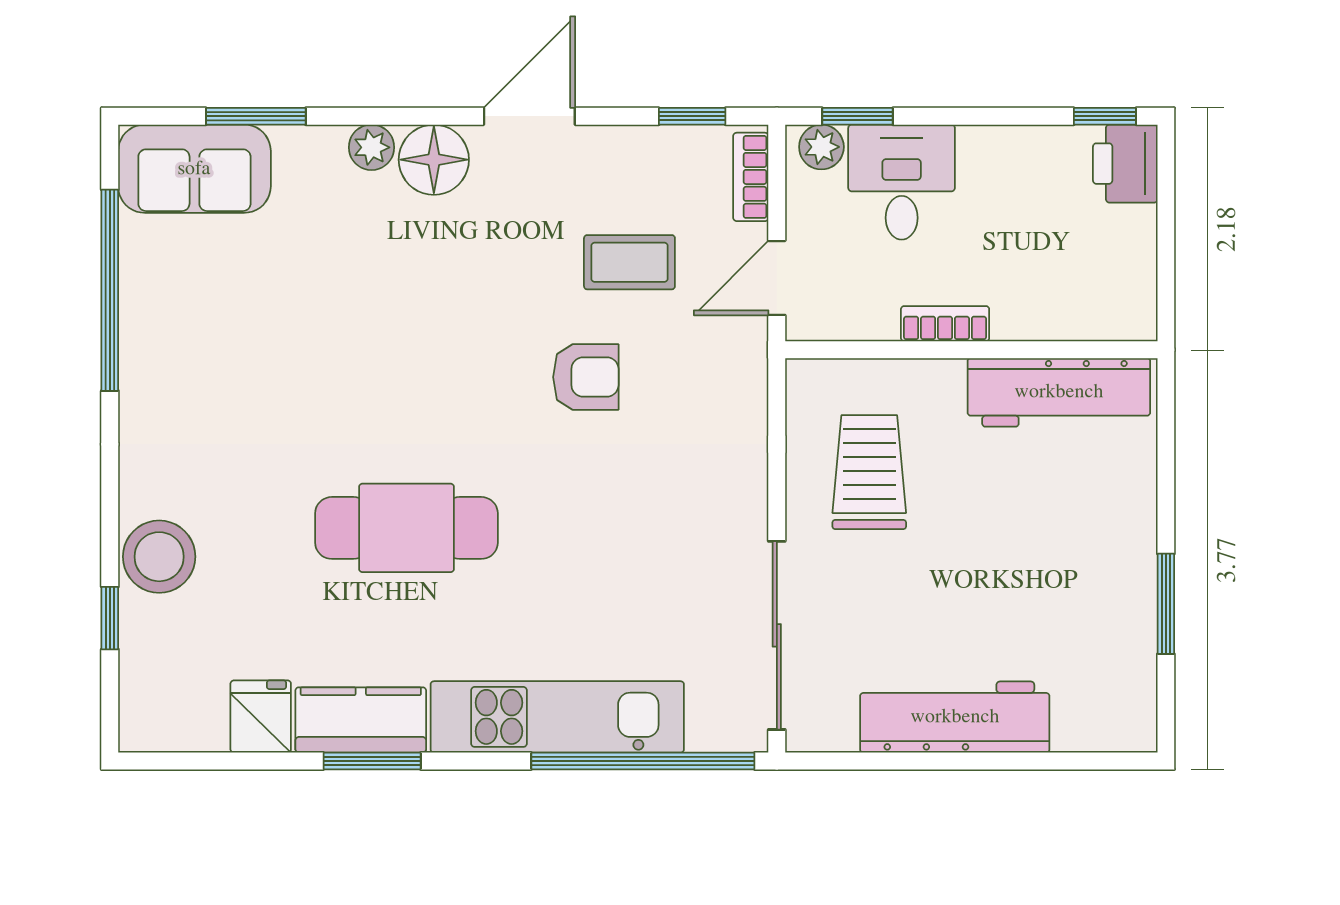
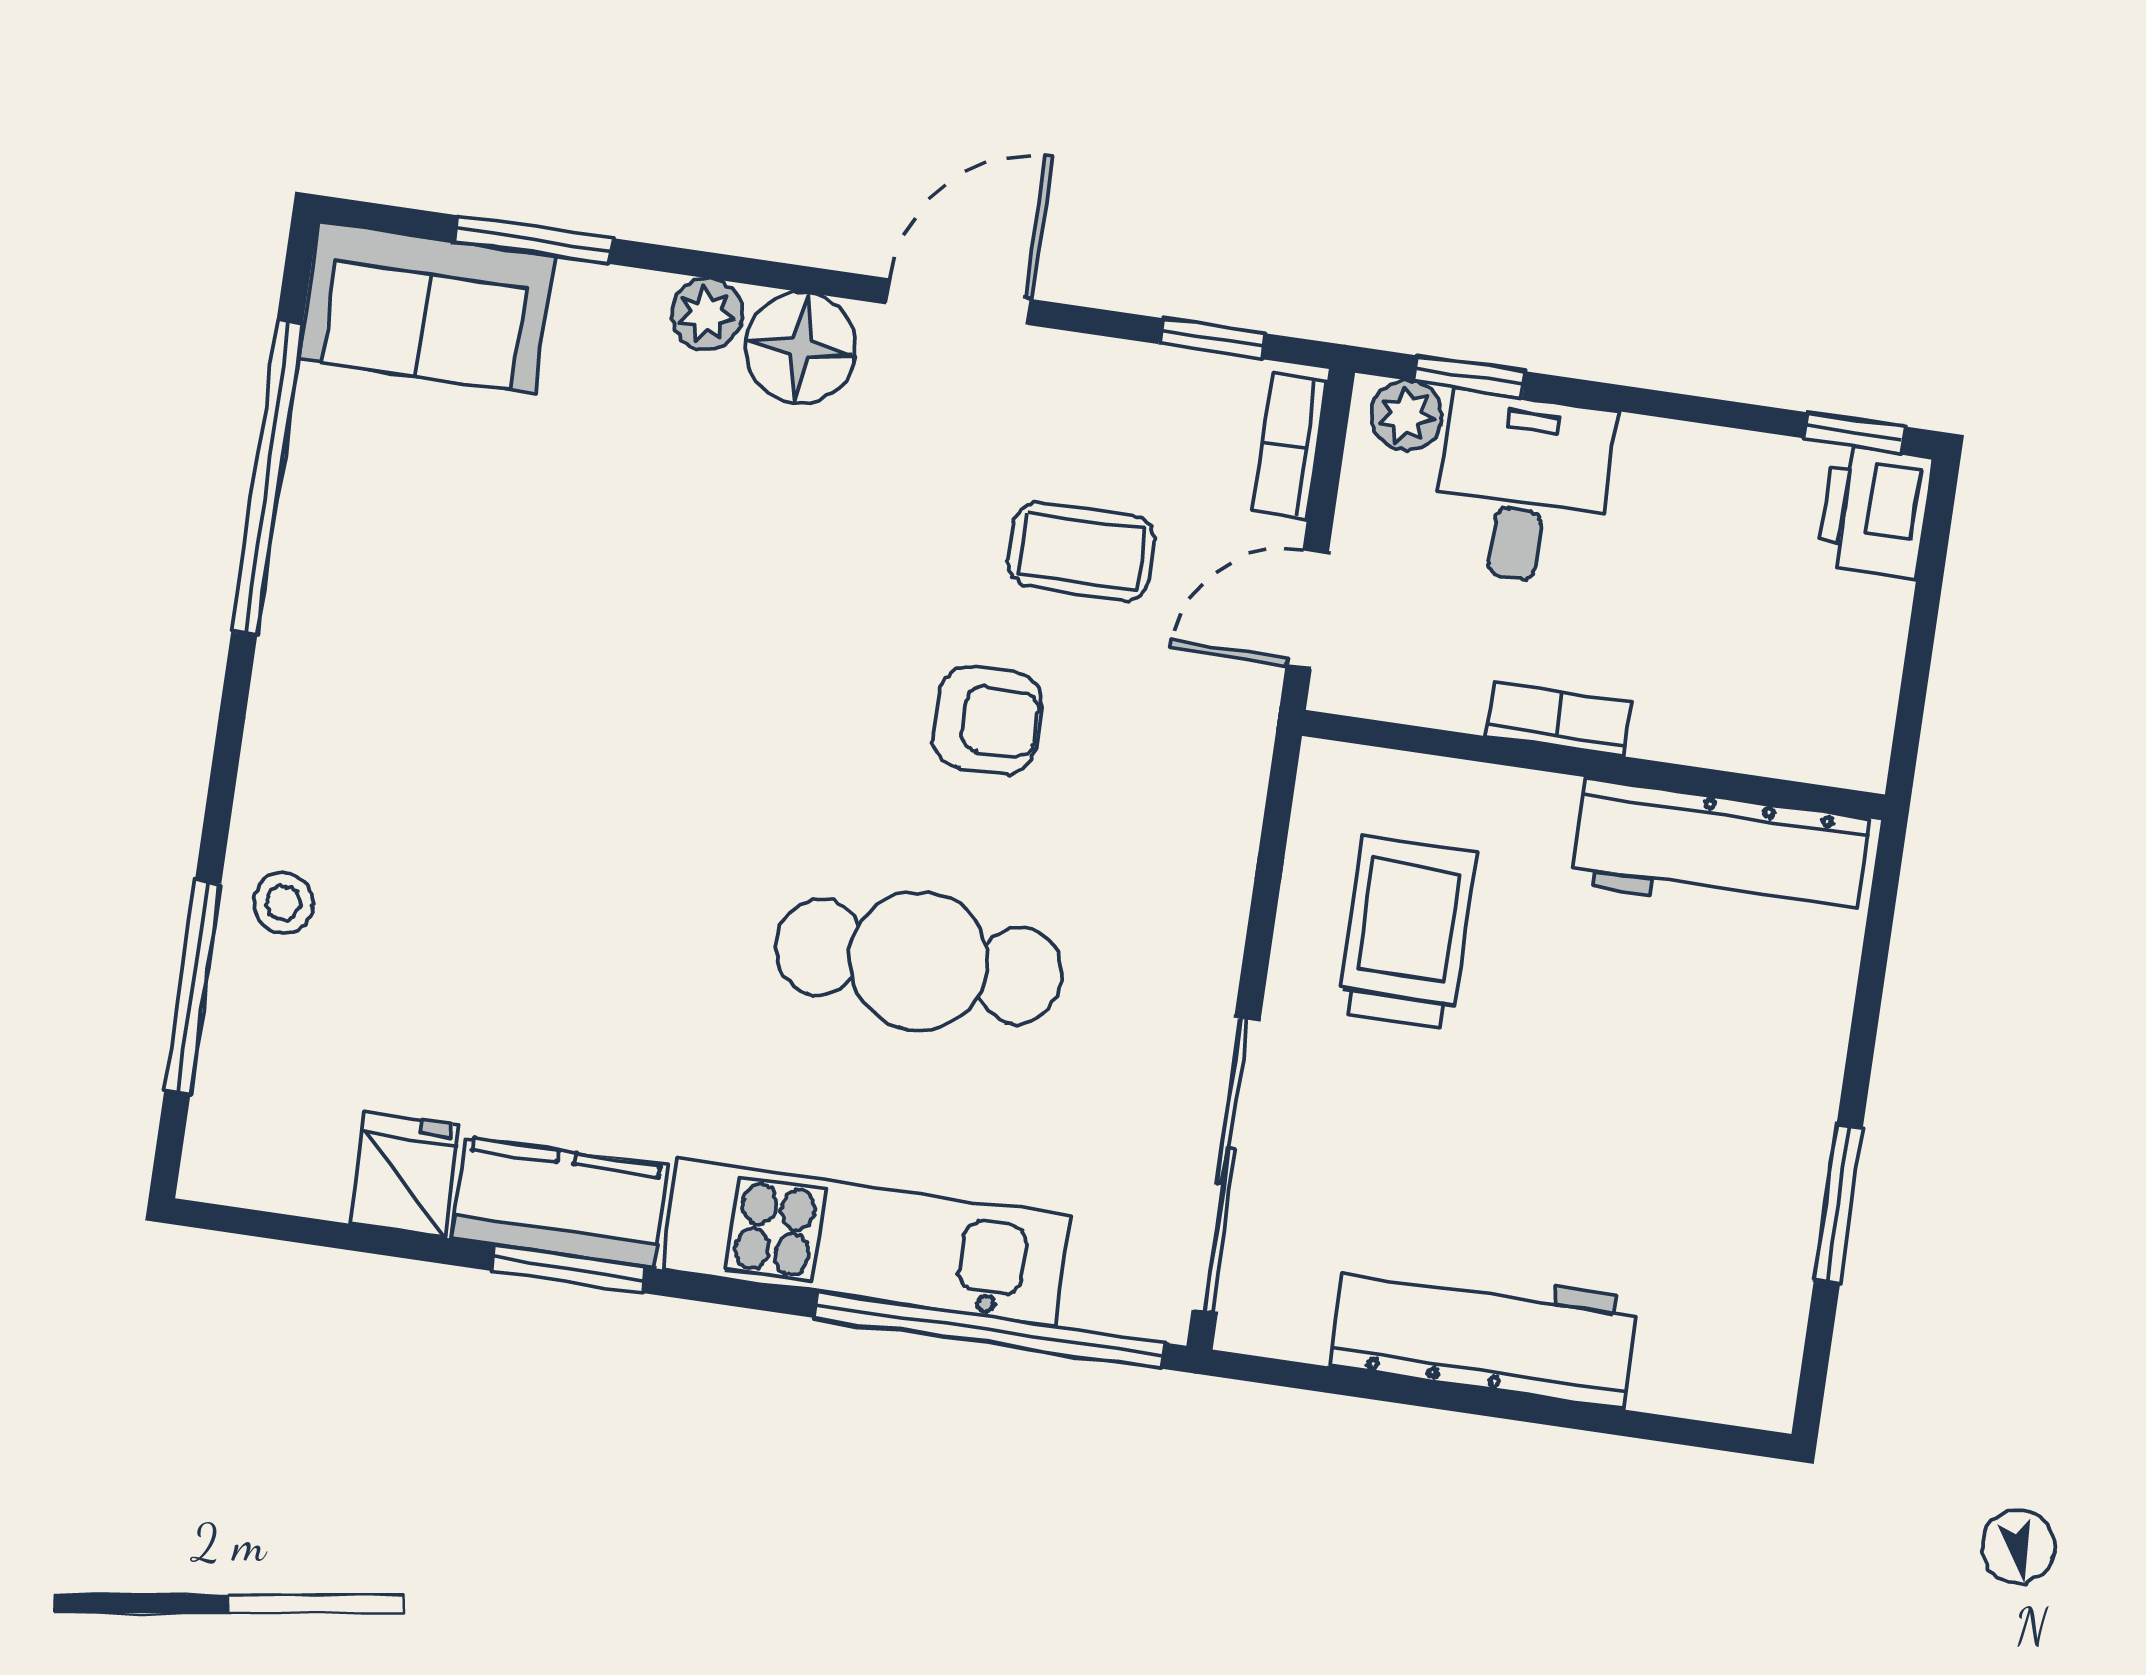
cafe table: (406, 528) -> (919, 961), moved
stool: (159, 557) -> (283, 903), width x0.53, depth x0.53
window: (110, 618) -> (193, 987), width x2.17

